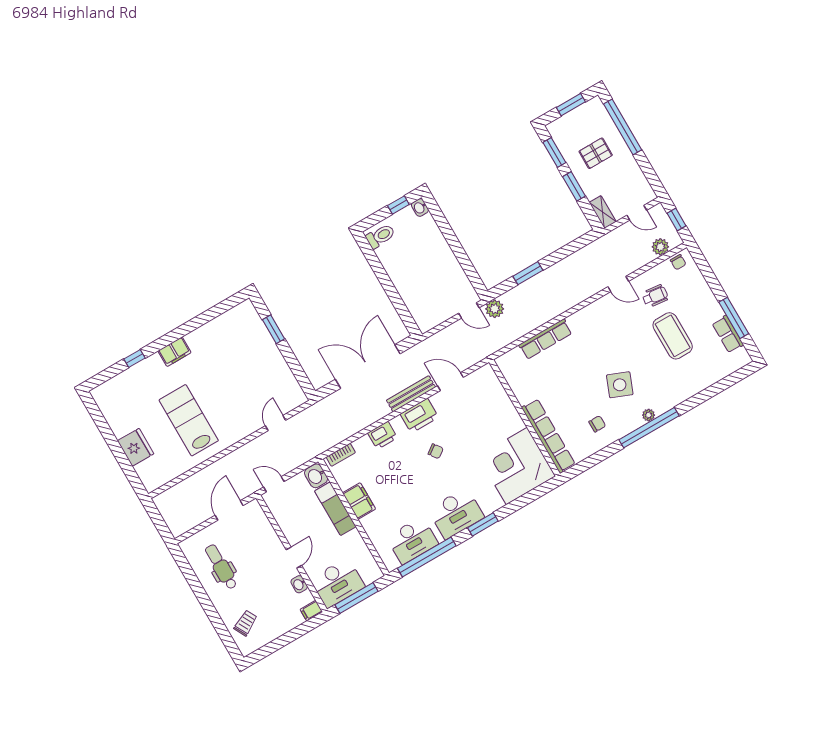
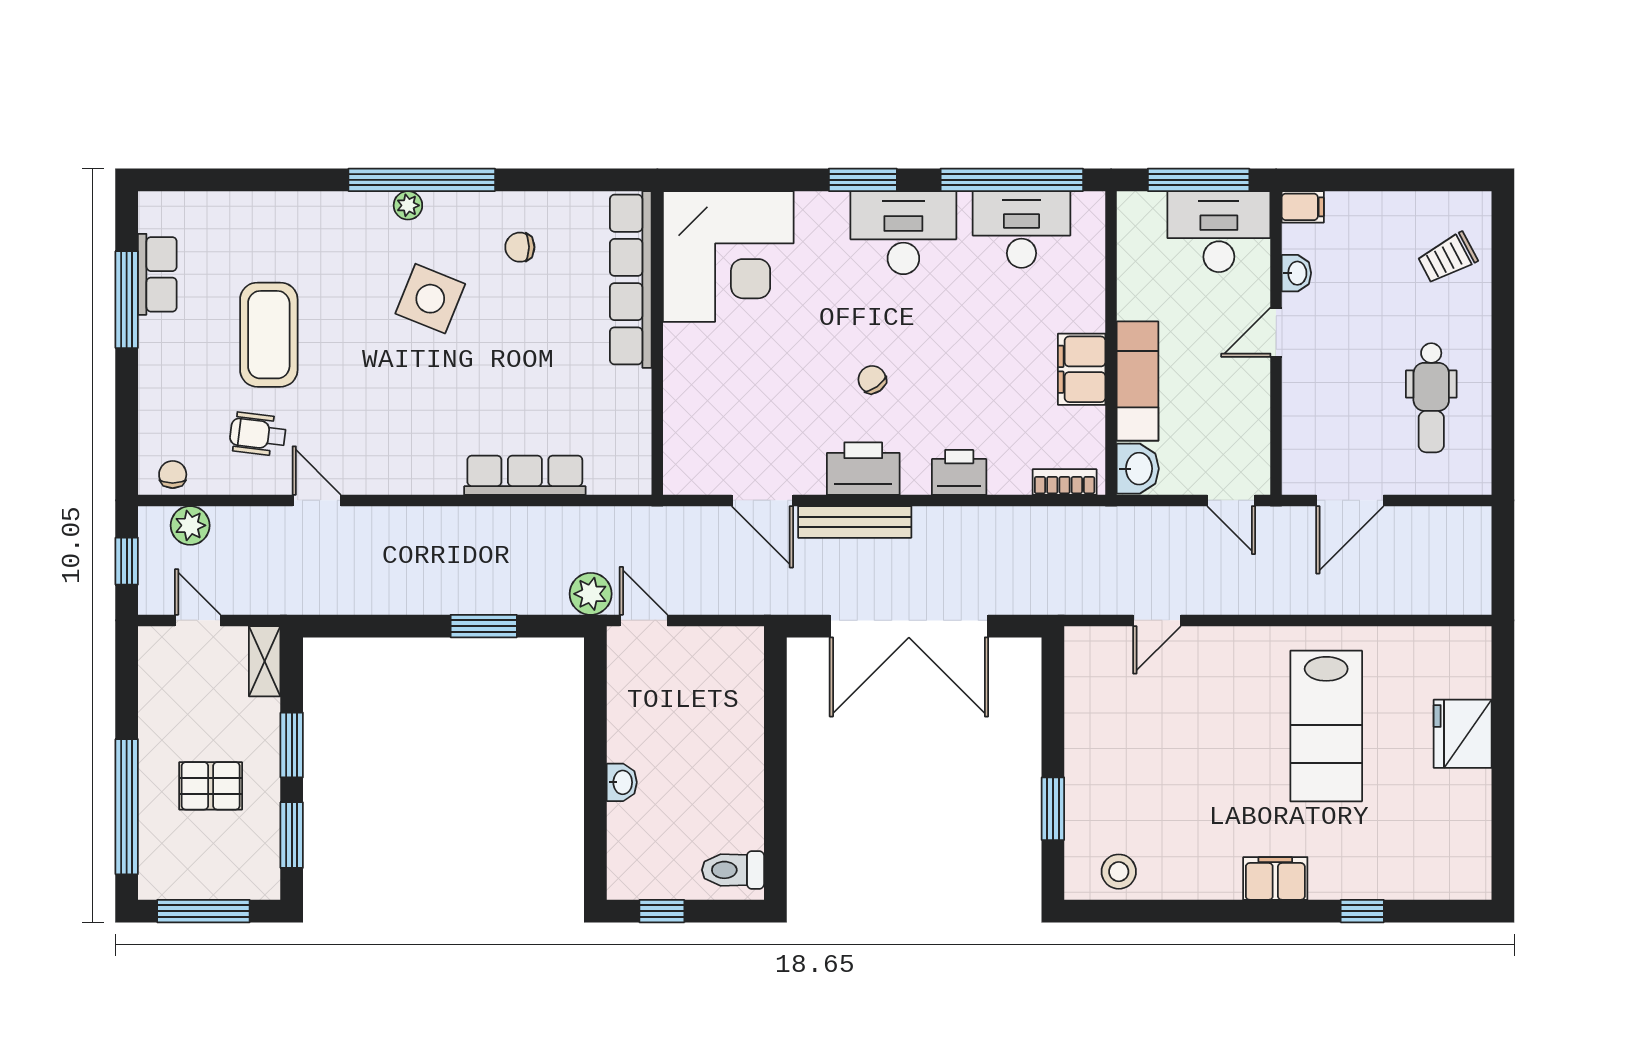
window: (571, 105) -> (203, 911), width x1.44
washbasin: (420, 207) -> (622, 782), moved
stool: (235, 320) -> (1119, 872), added

